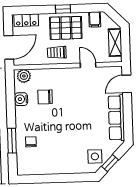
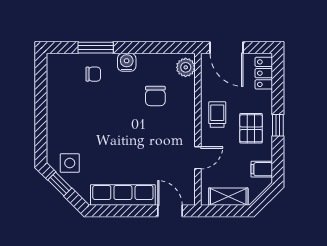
pallet: (66, 28) -> (251, 128), width x0.67, depth x0.71
chair: (45, 97) -> (155, 96), turned 180
water cooler: (21, 99) -> (127, 62), moved

